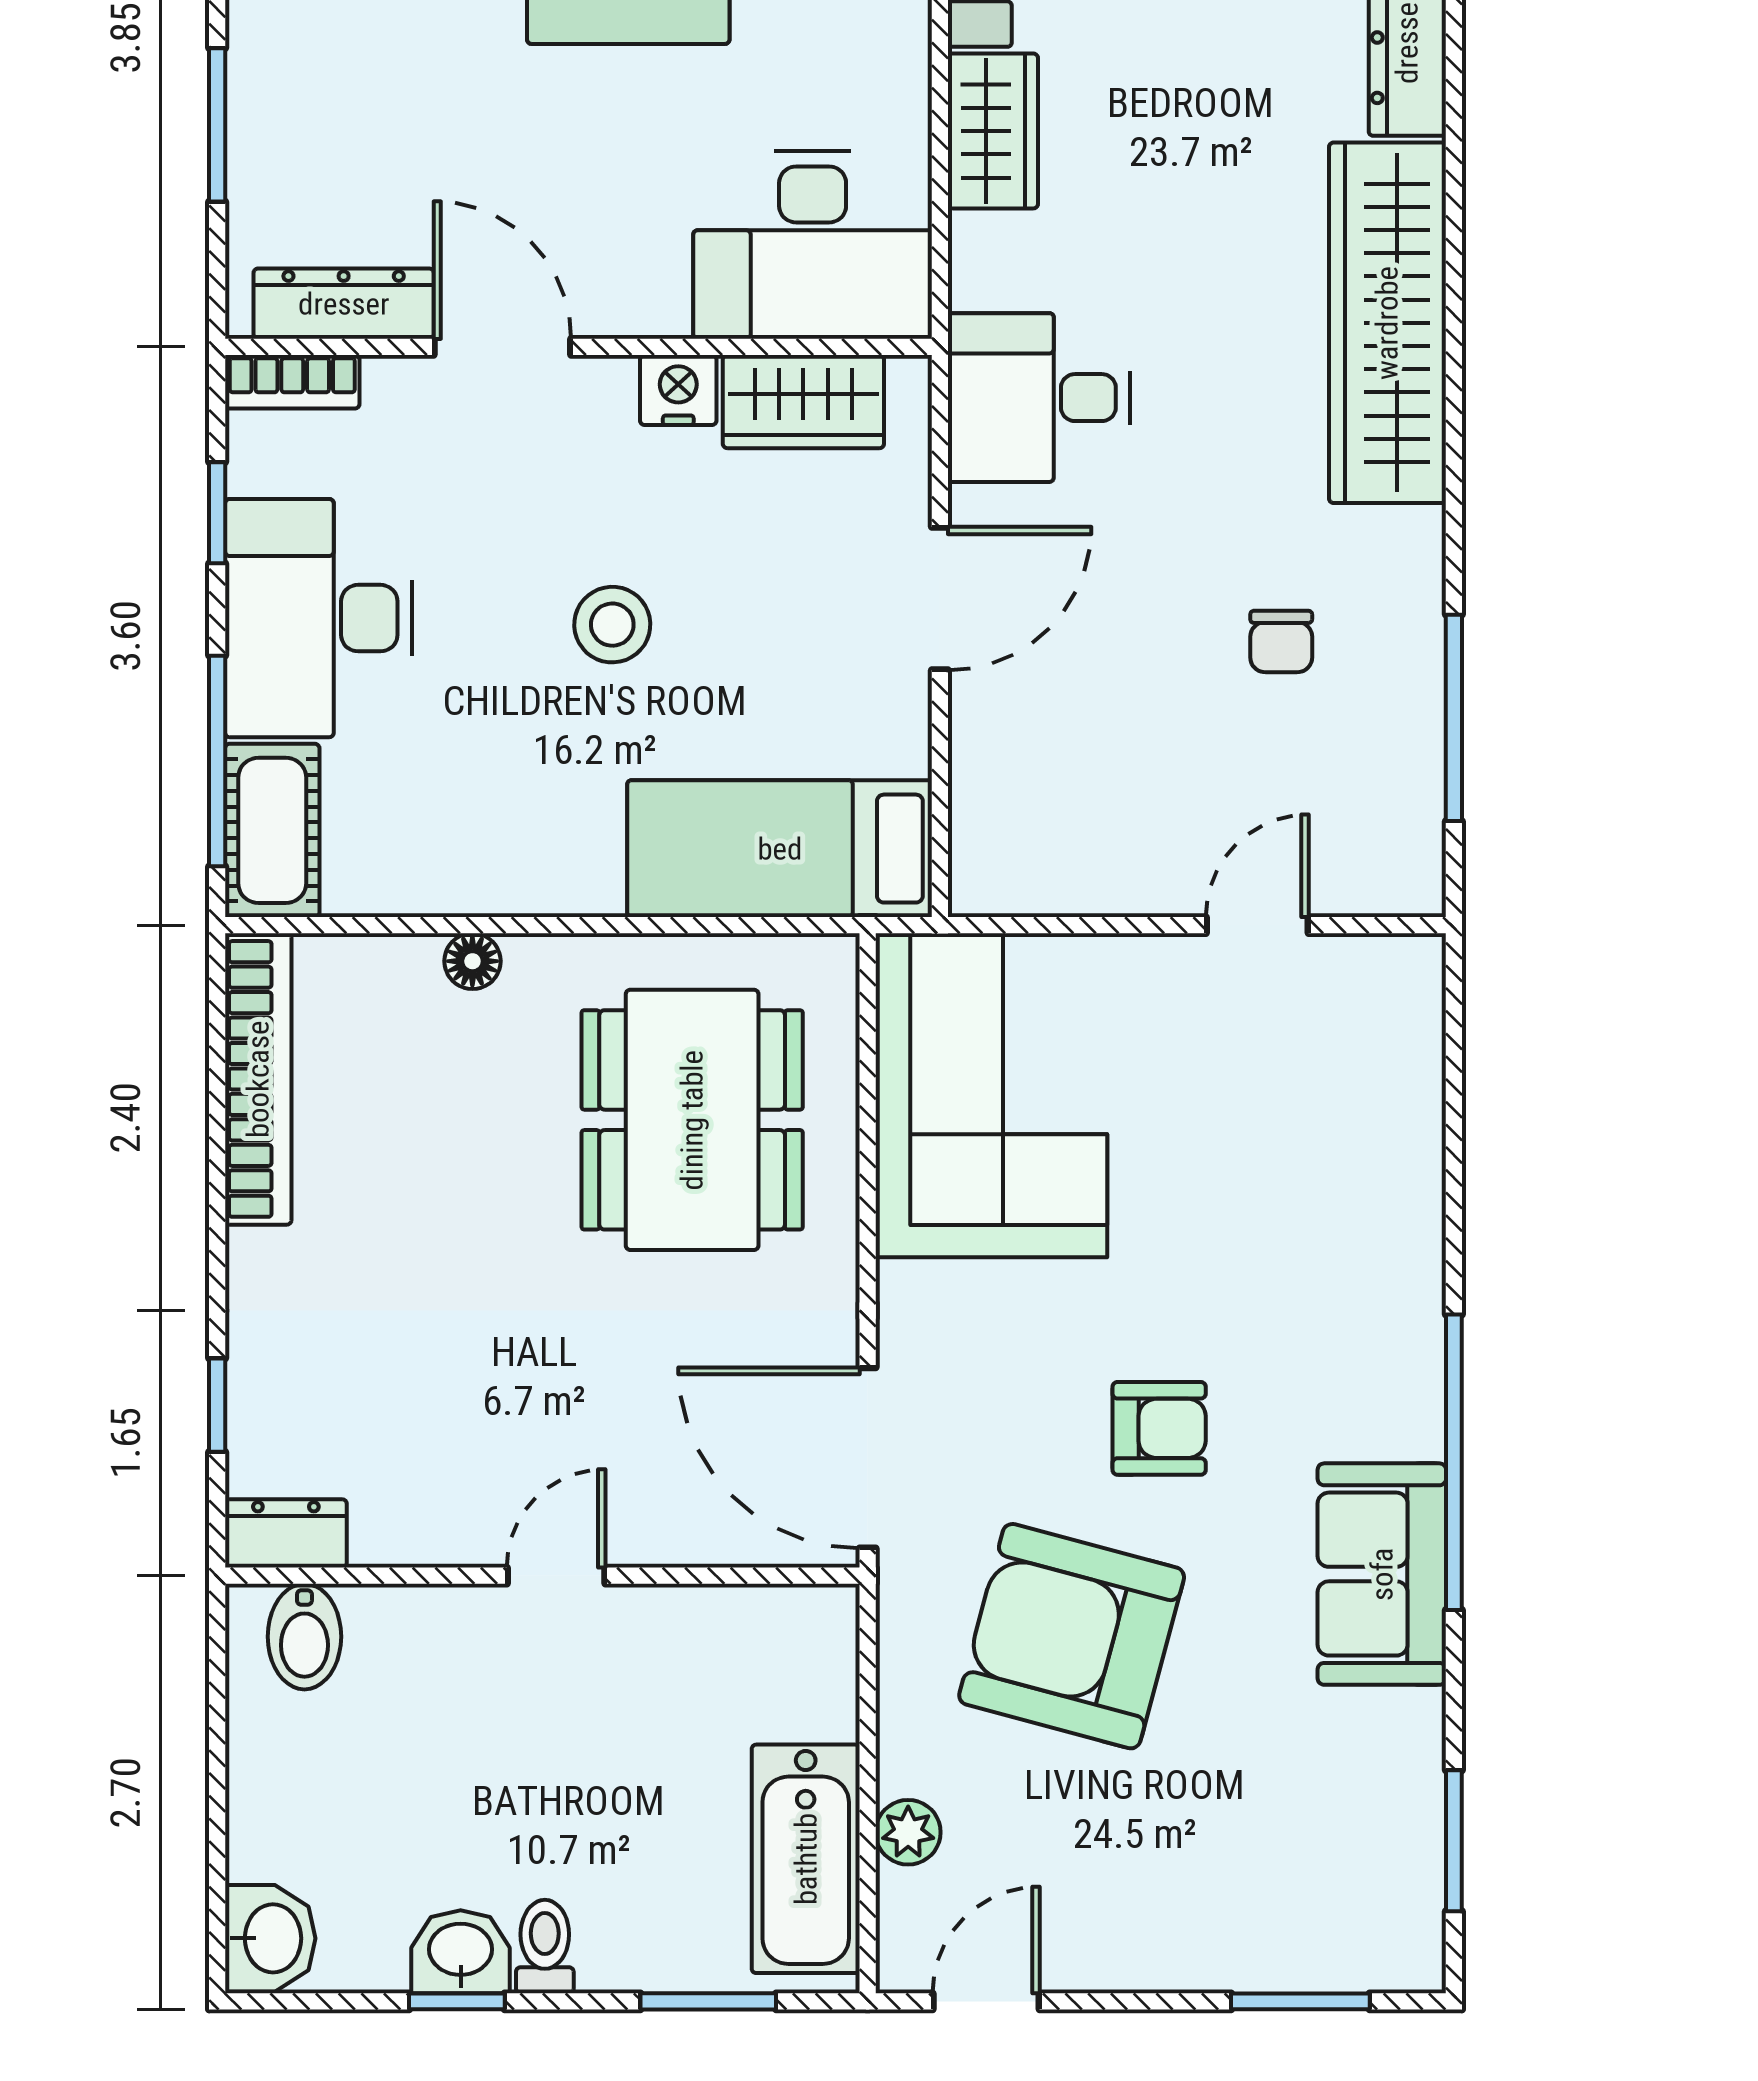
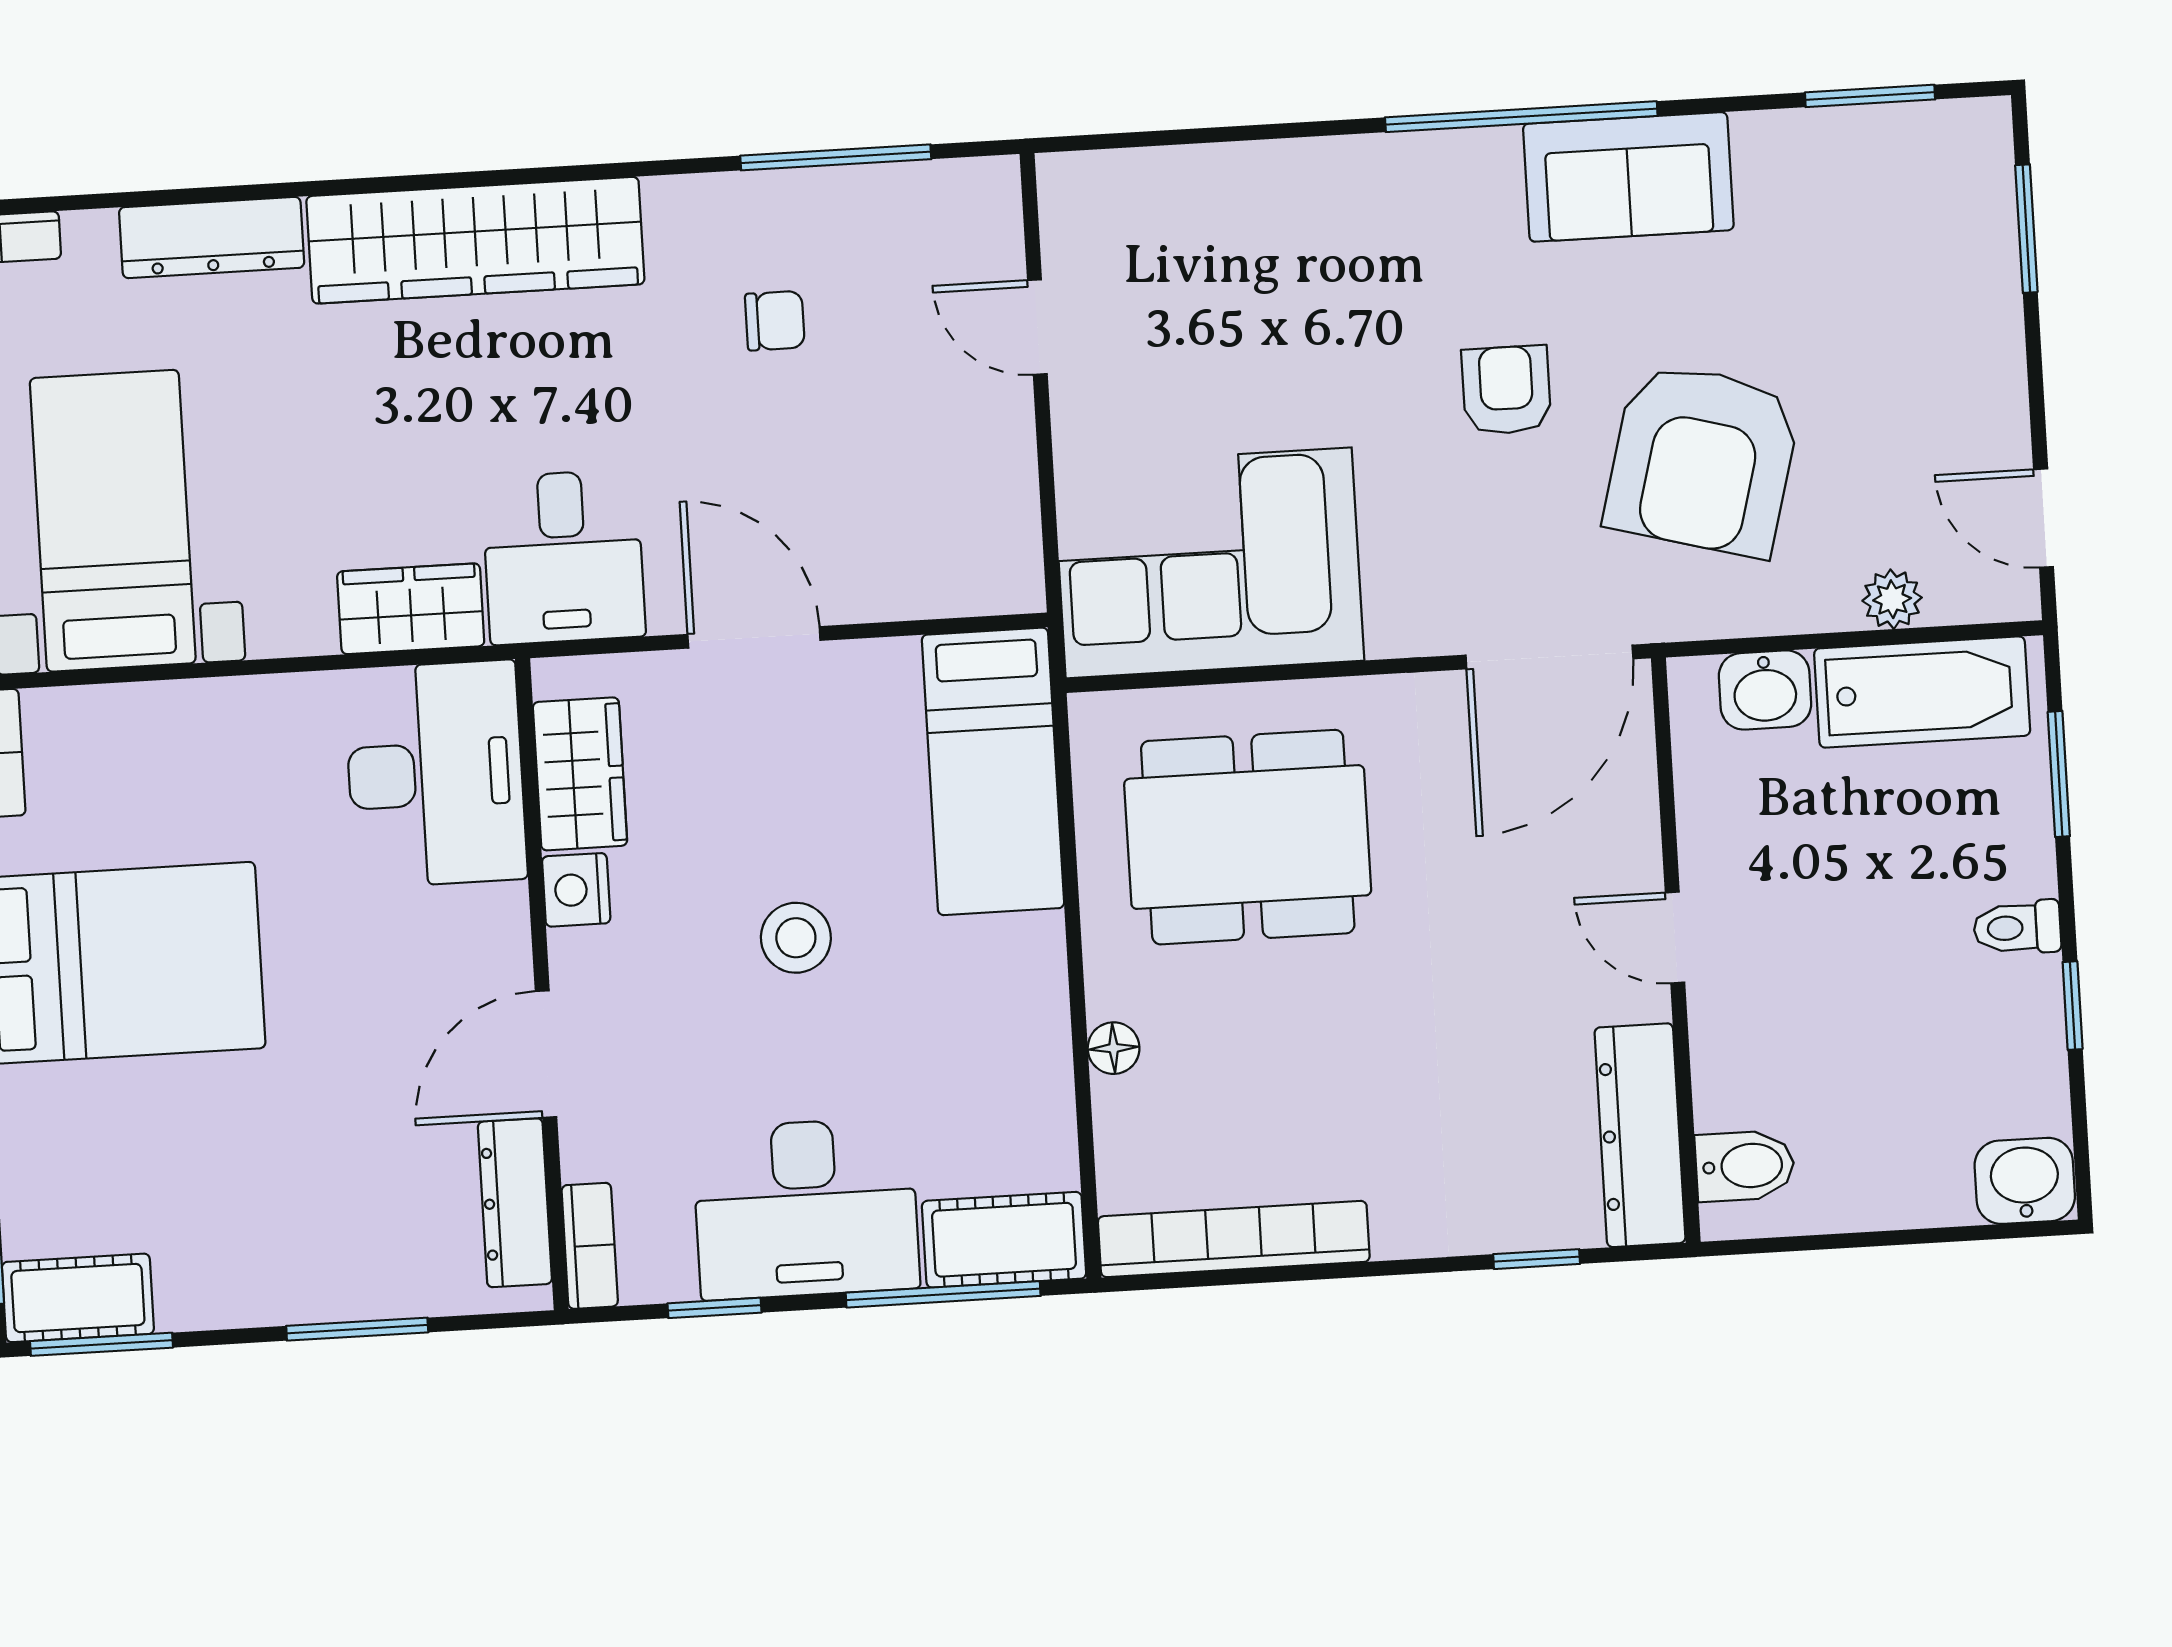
wardrobe: (993, 131) -> (411, 609), moved
dresser: (286, 1533) -> (1640, 1135), width x1.96, depth x1.24
washbasin: (461, 1952) -> (1765, 690), moved, turned -90

